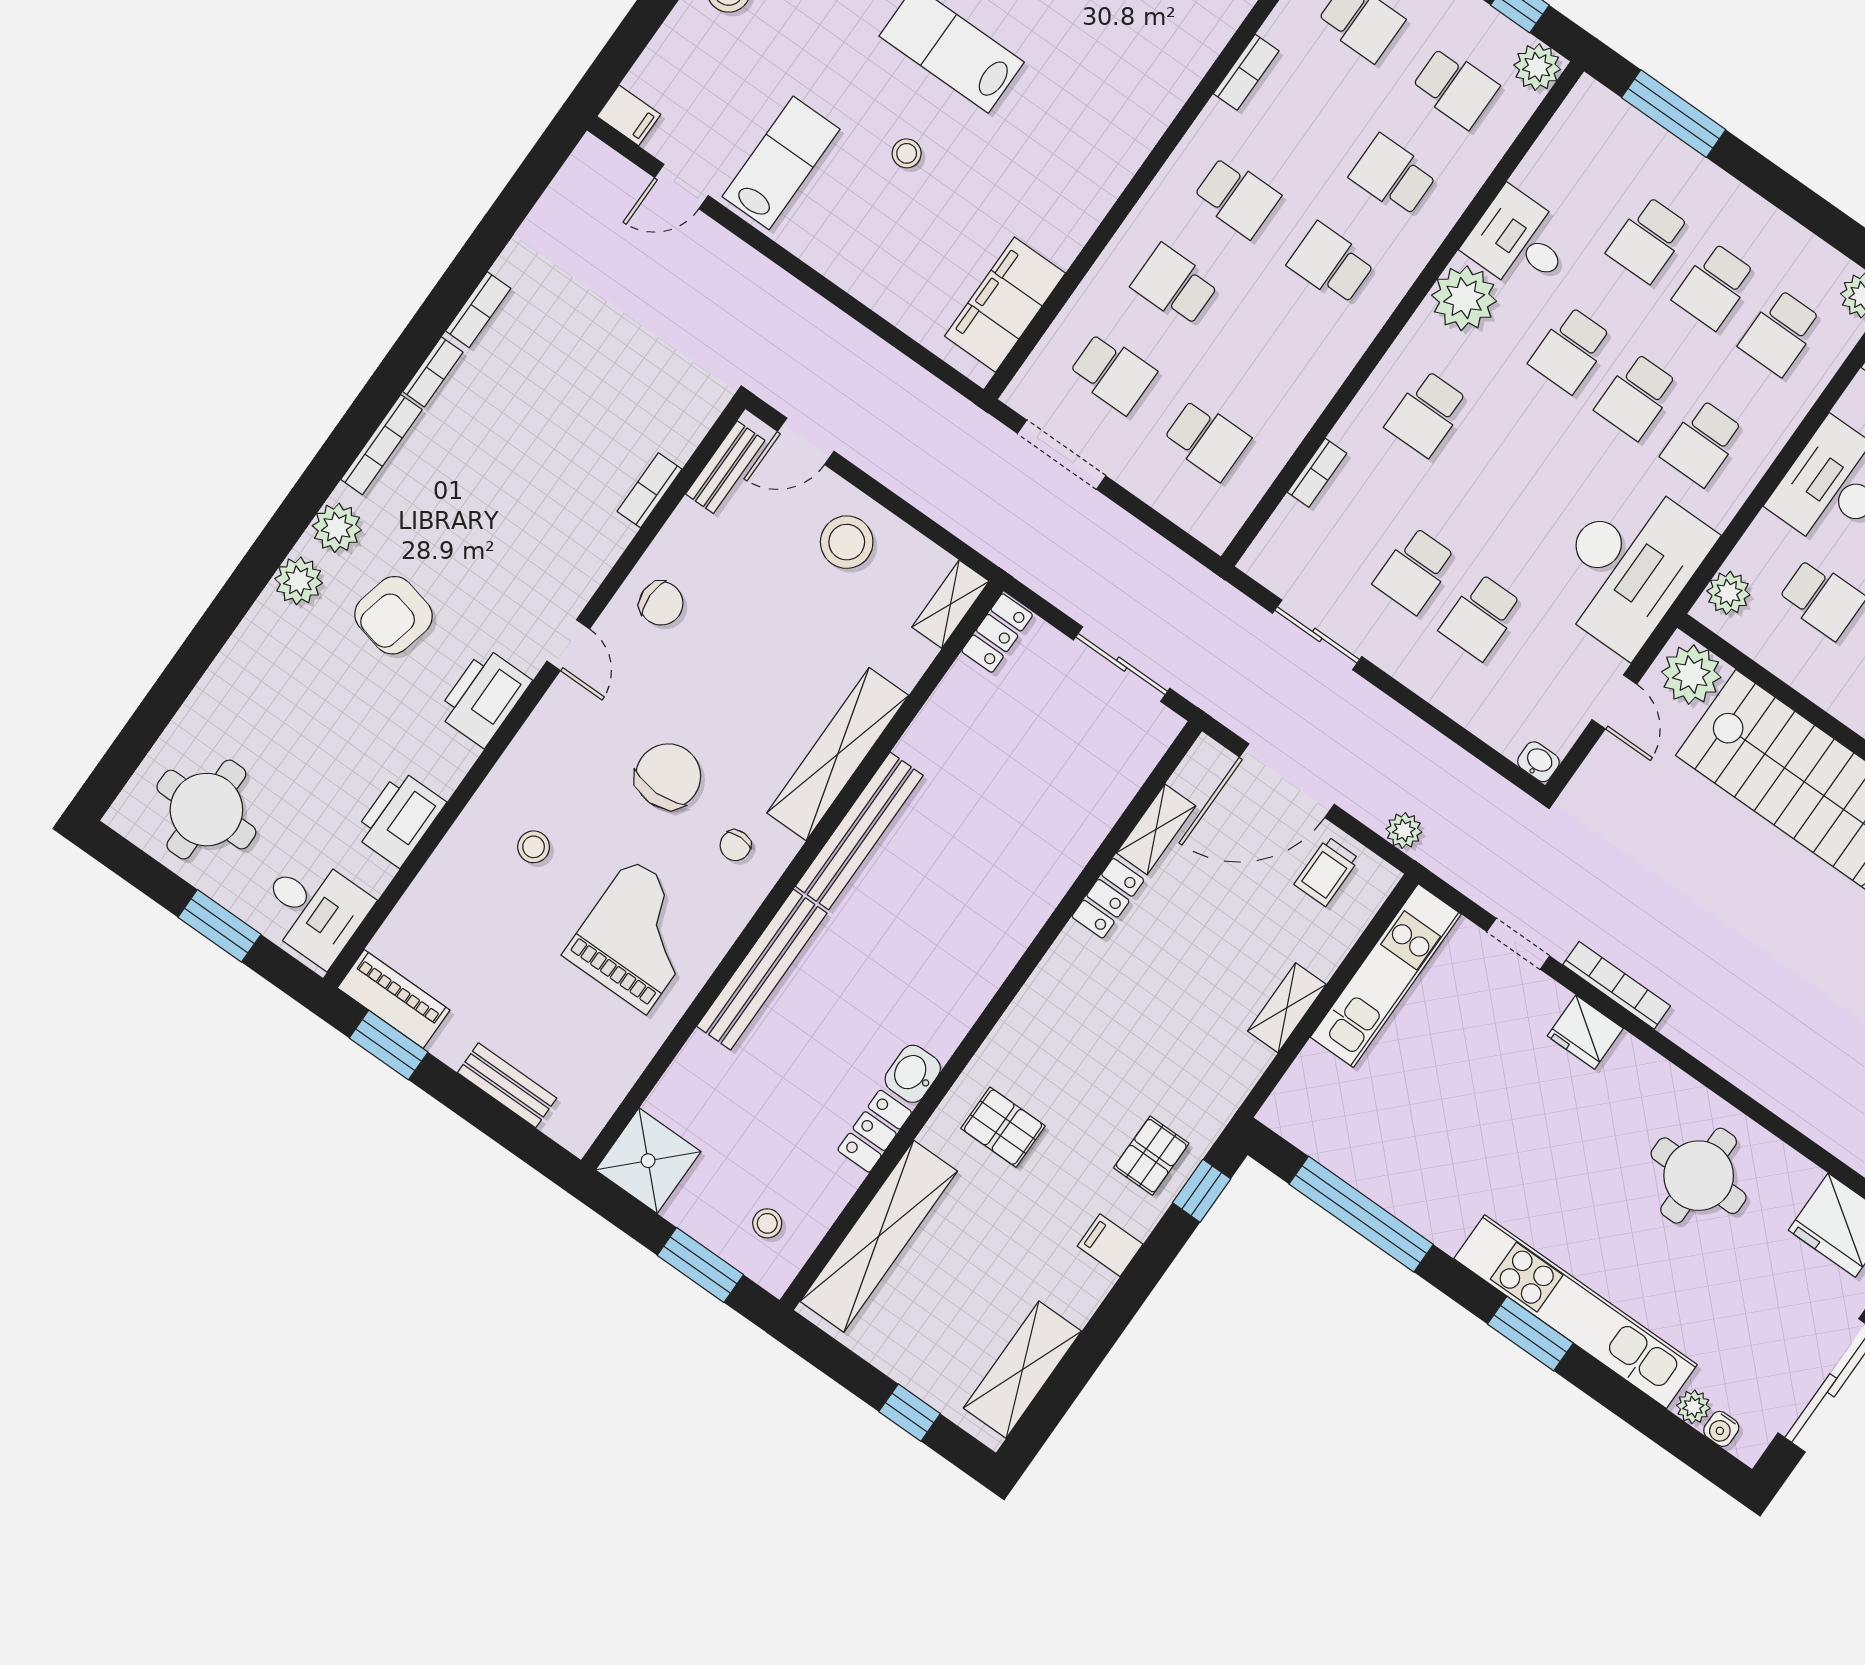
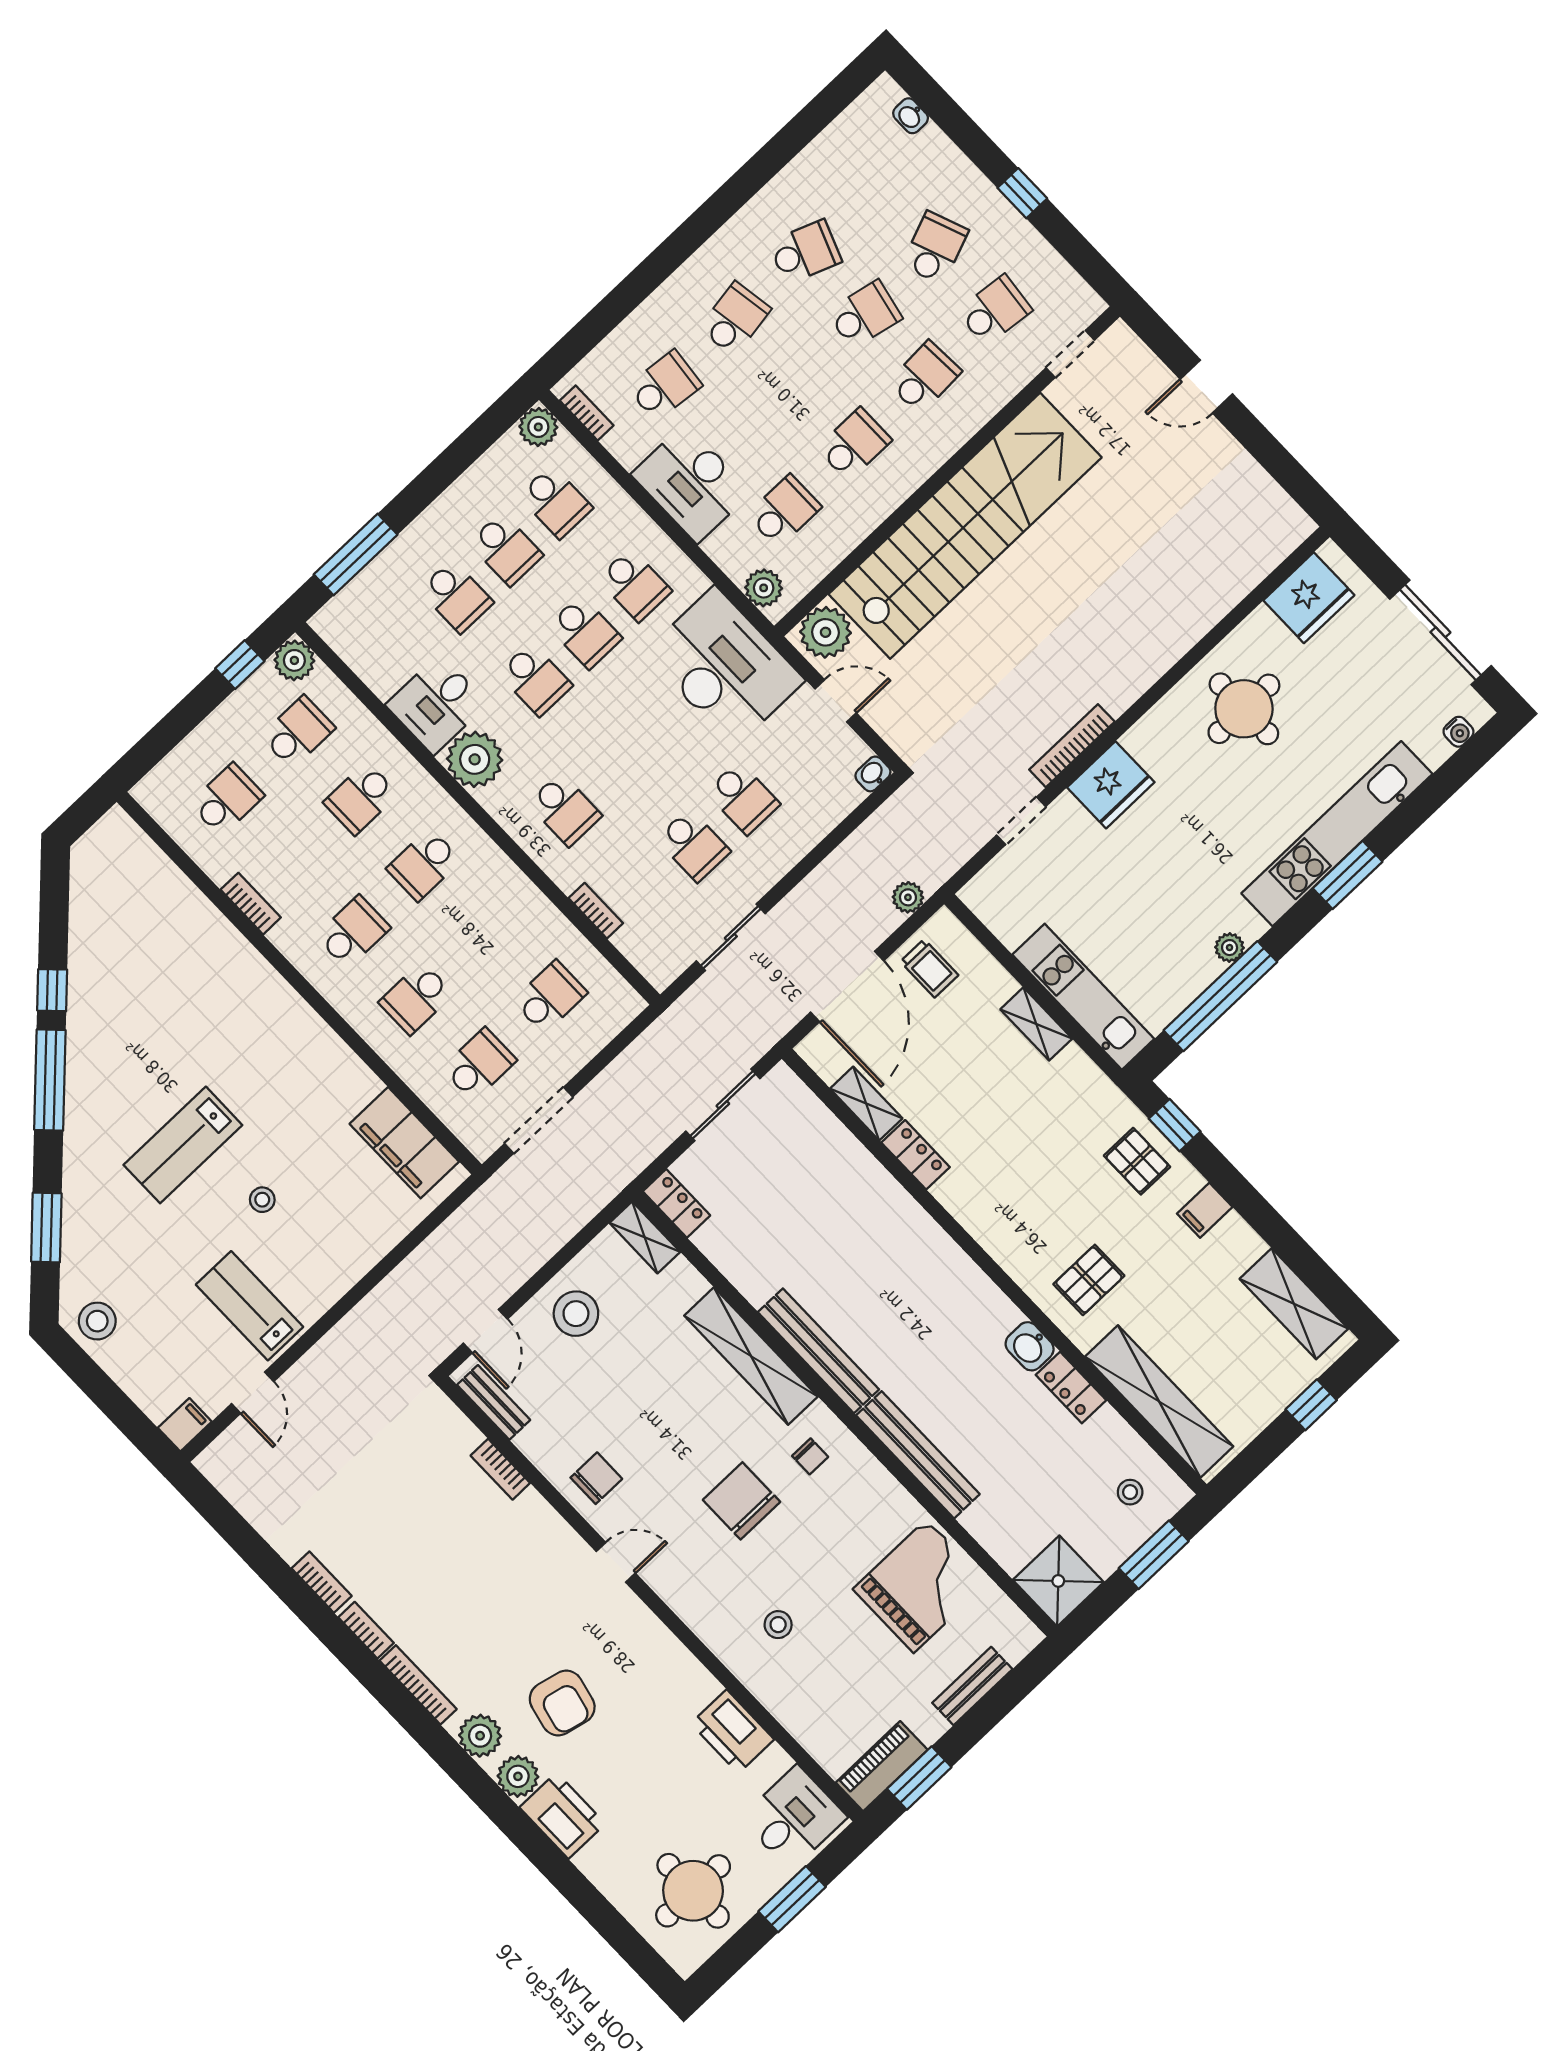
printer: (484, 697) -> (562, 1816), moved, turned 180
grand piano: (638, 936) -> (920, 1586), moved, turned 90
kitchen unit: (1386, 976) -> (1083, 997), moved
fridge: (1585, 1032) -> (1111, 785), width x1.36, depth x1.34
plant: (1693, 1407) -> (1230, 948), moved

